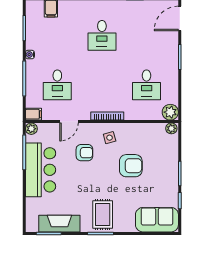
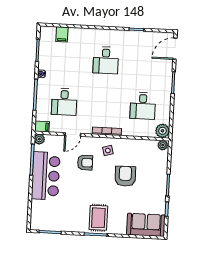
armchair: (131, 166) -> (125, 176), turned -91
fireplace: (59, 224) -> (60, 224), removed

